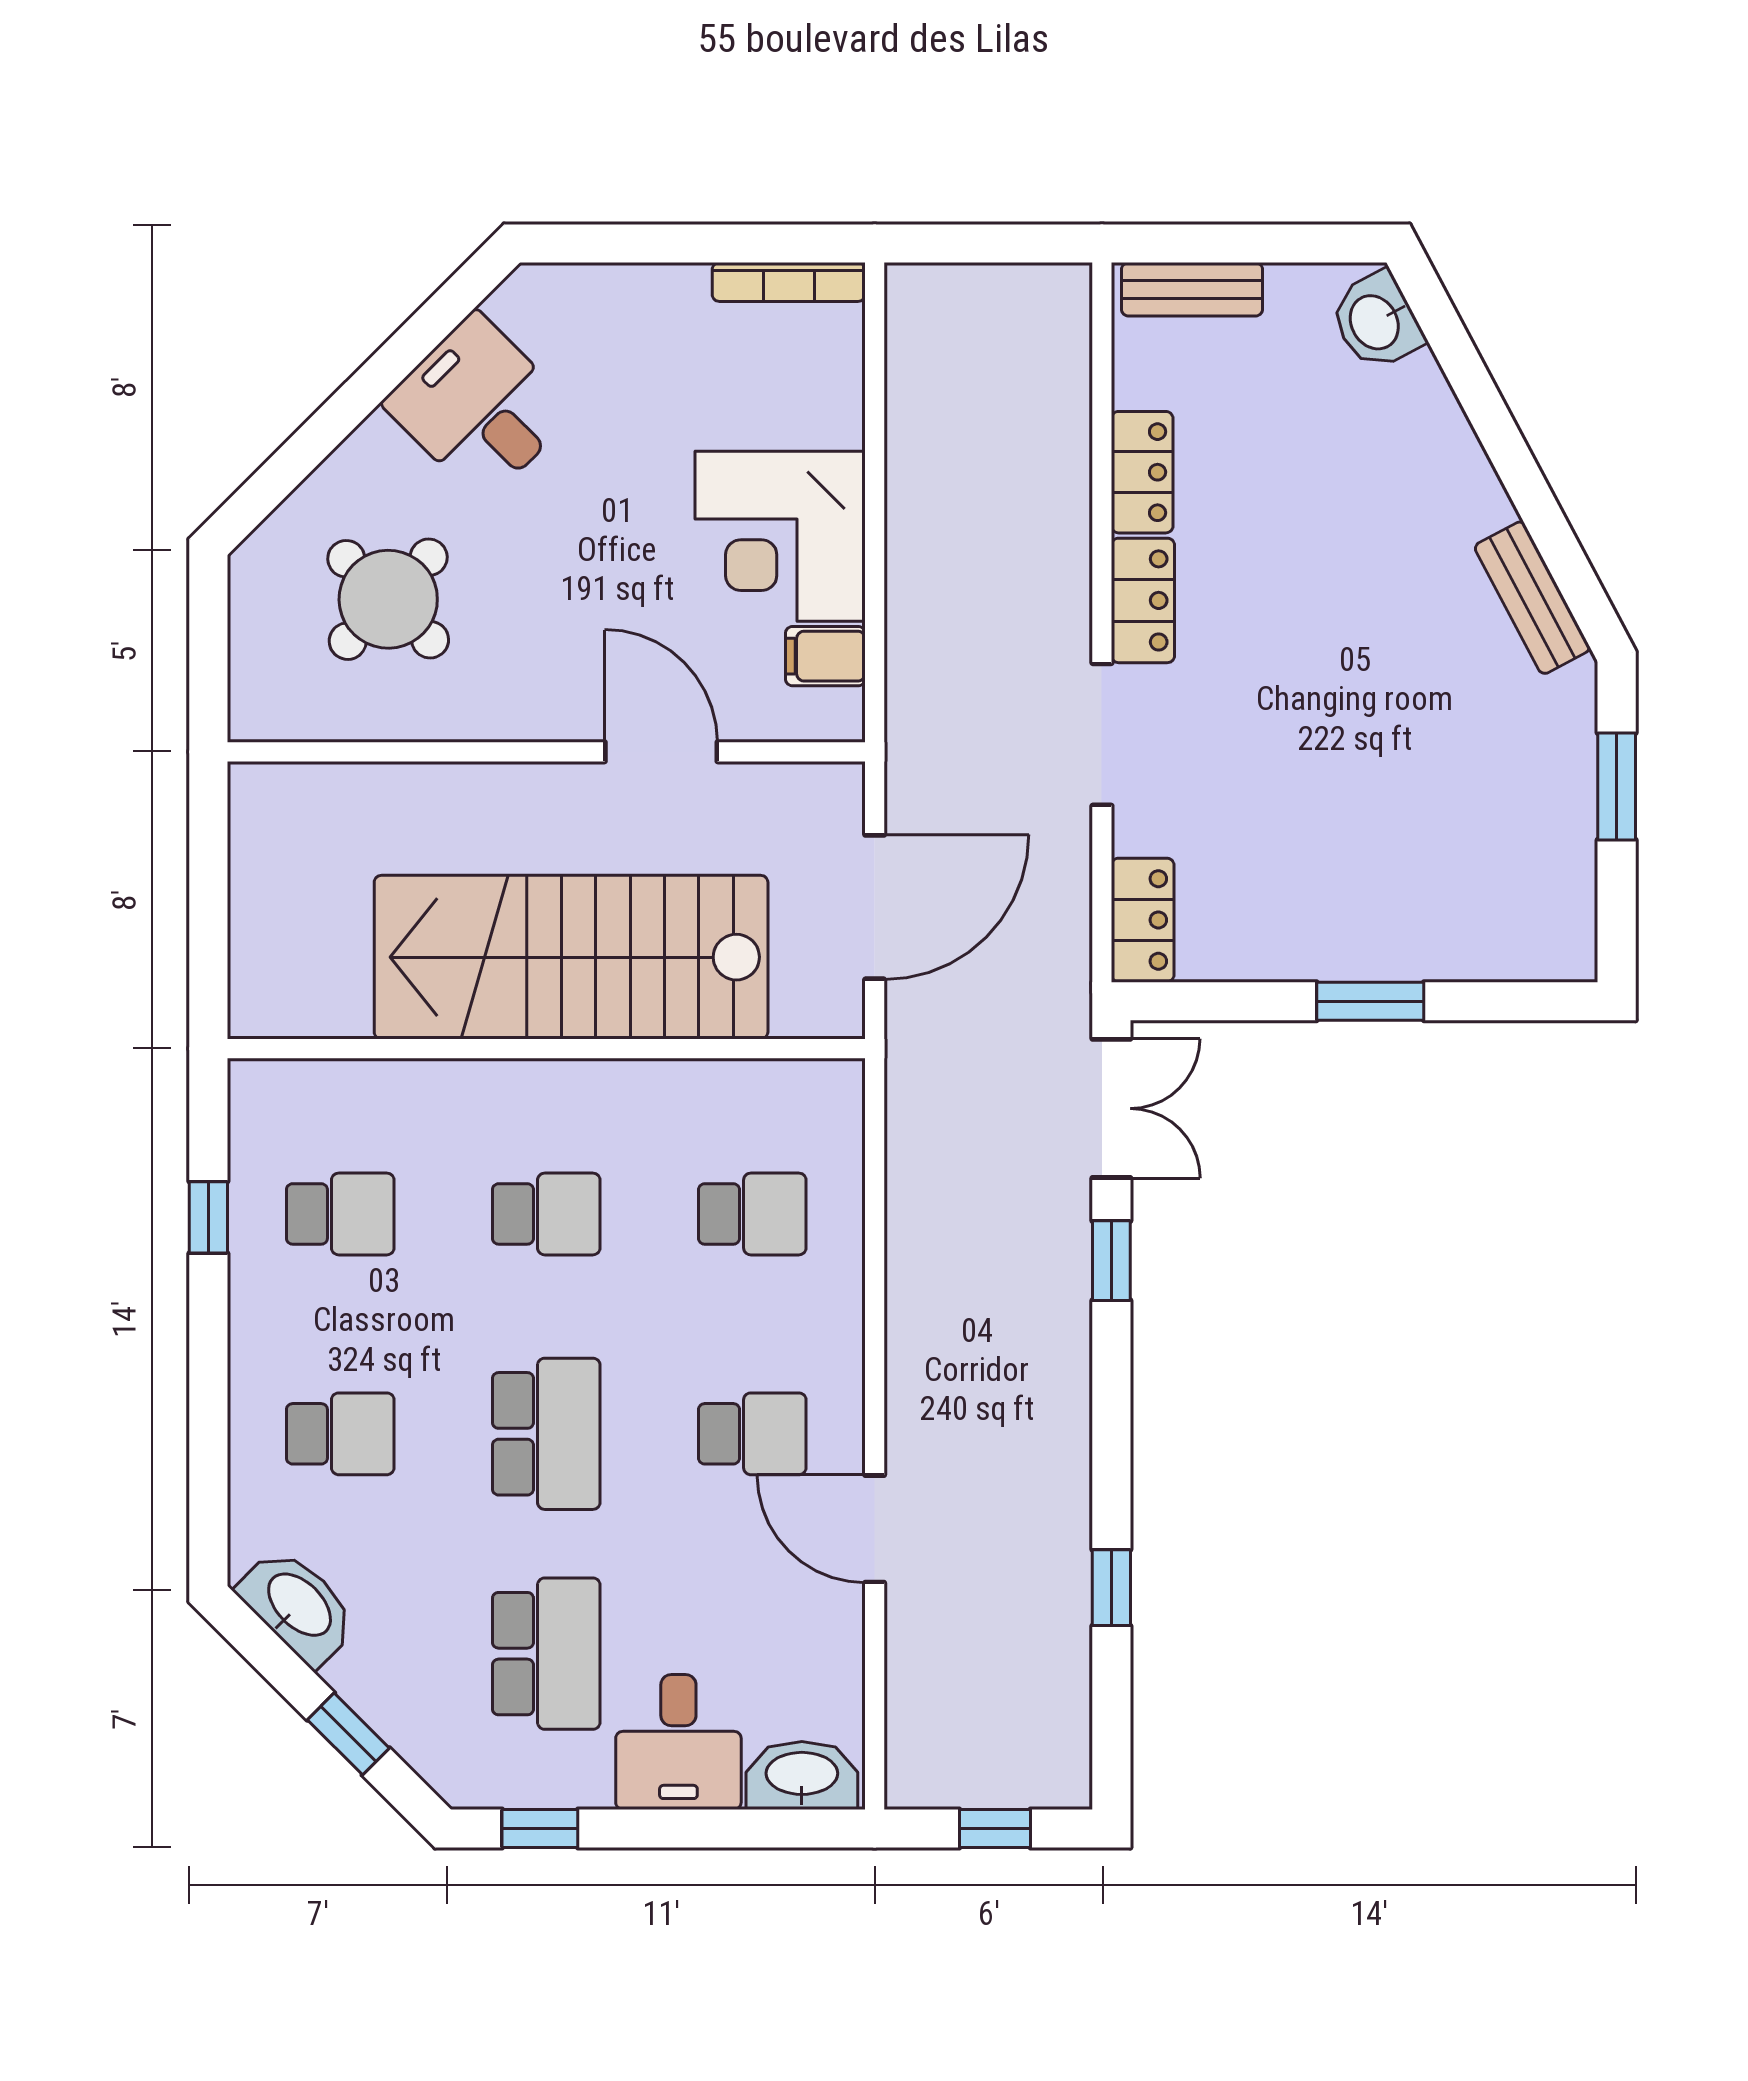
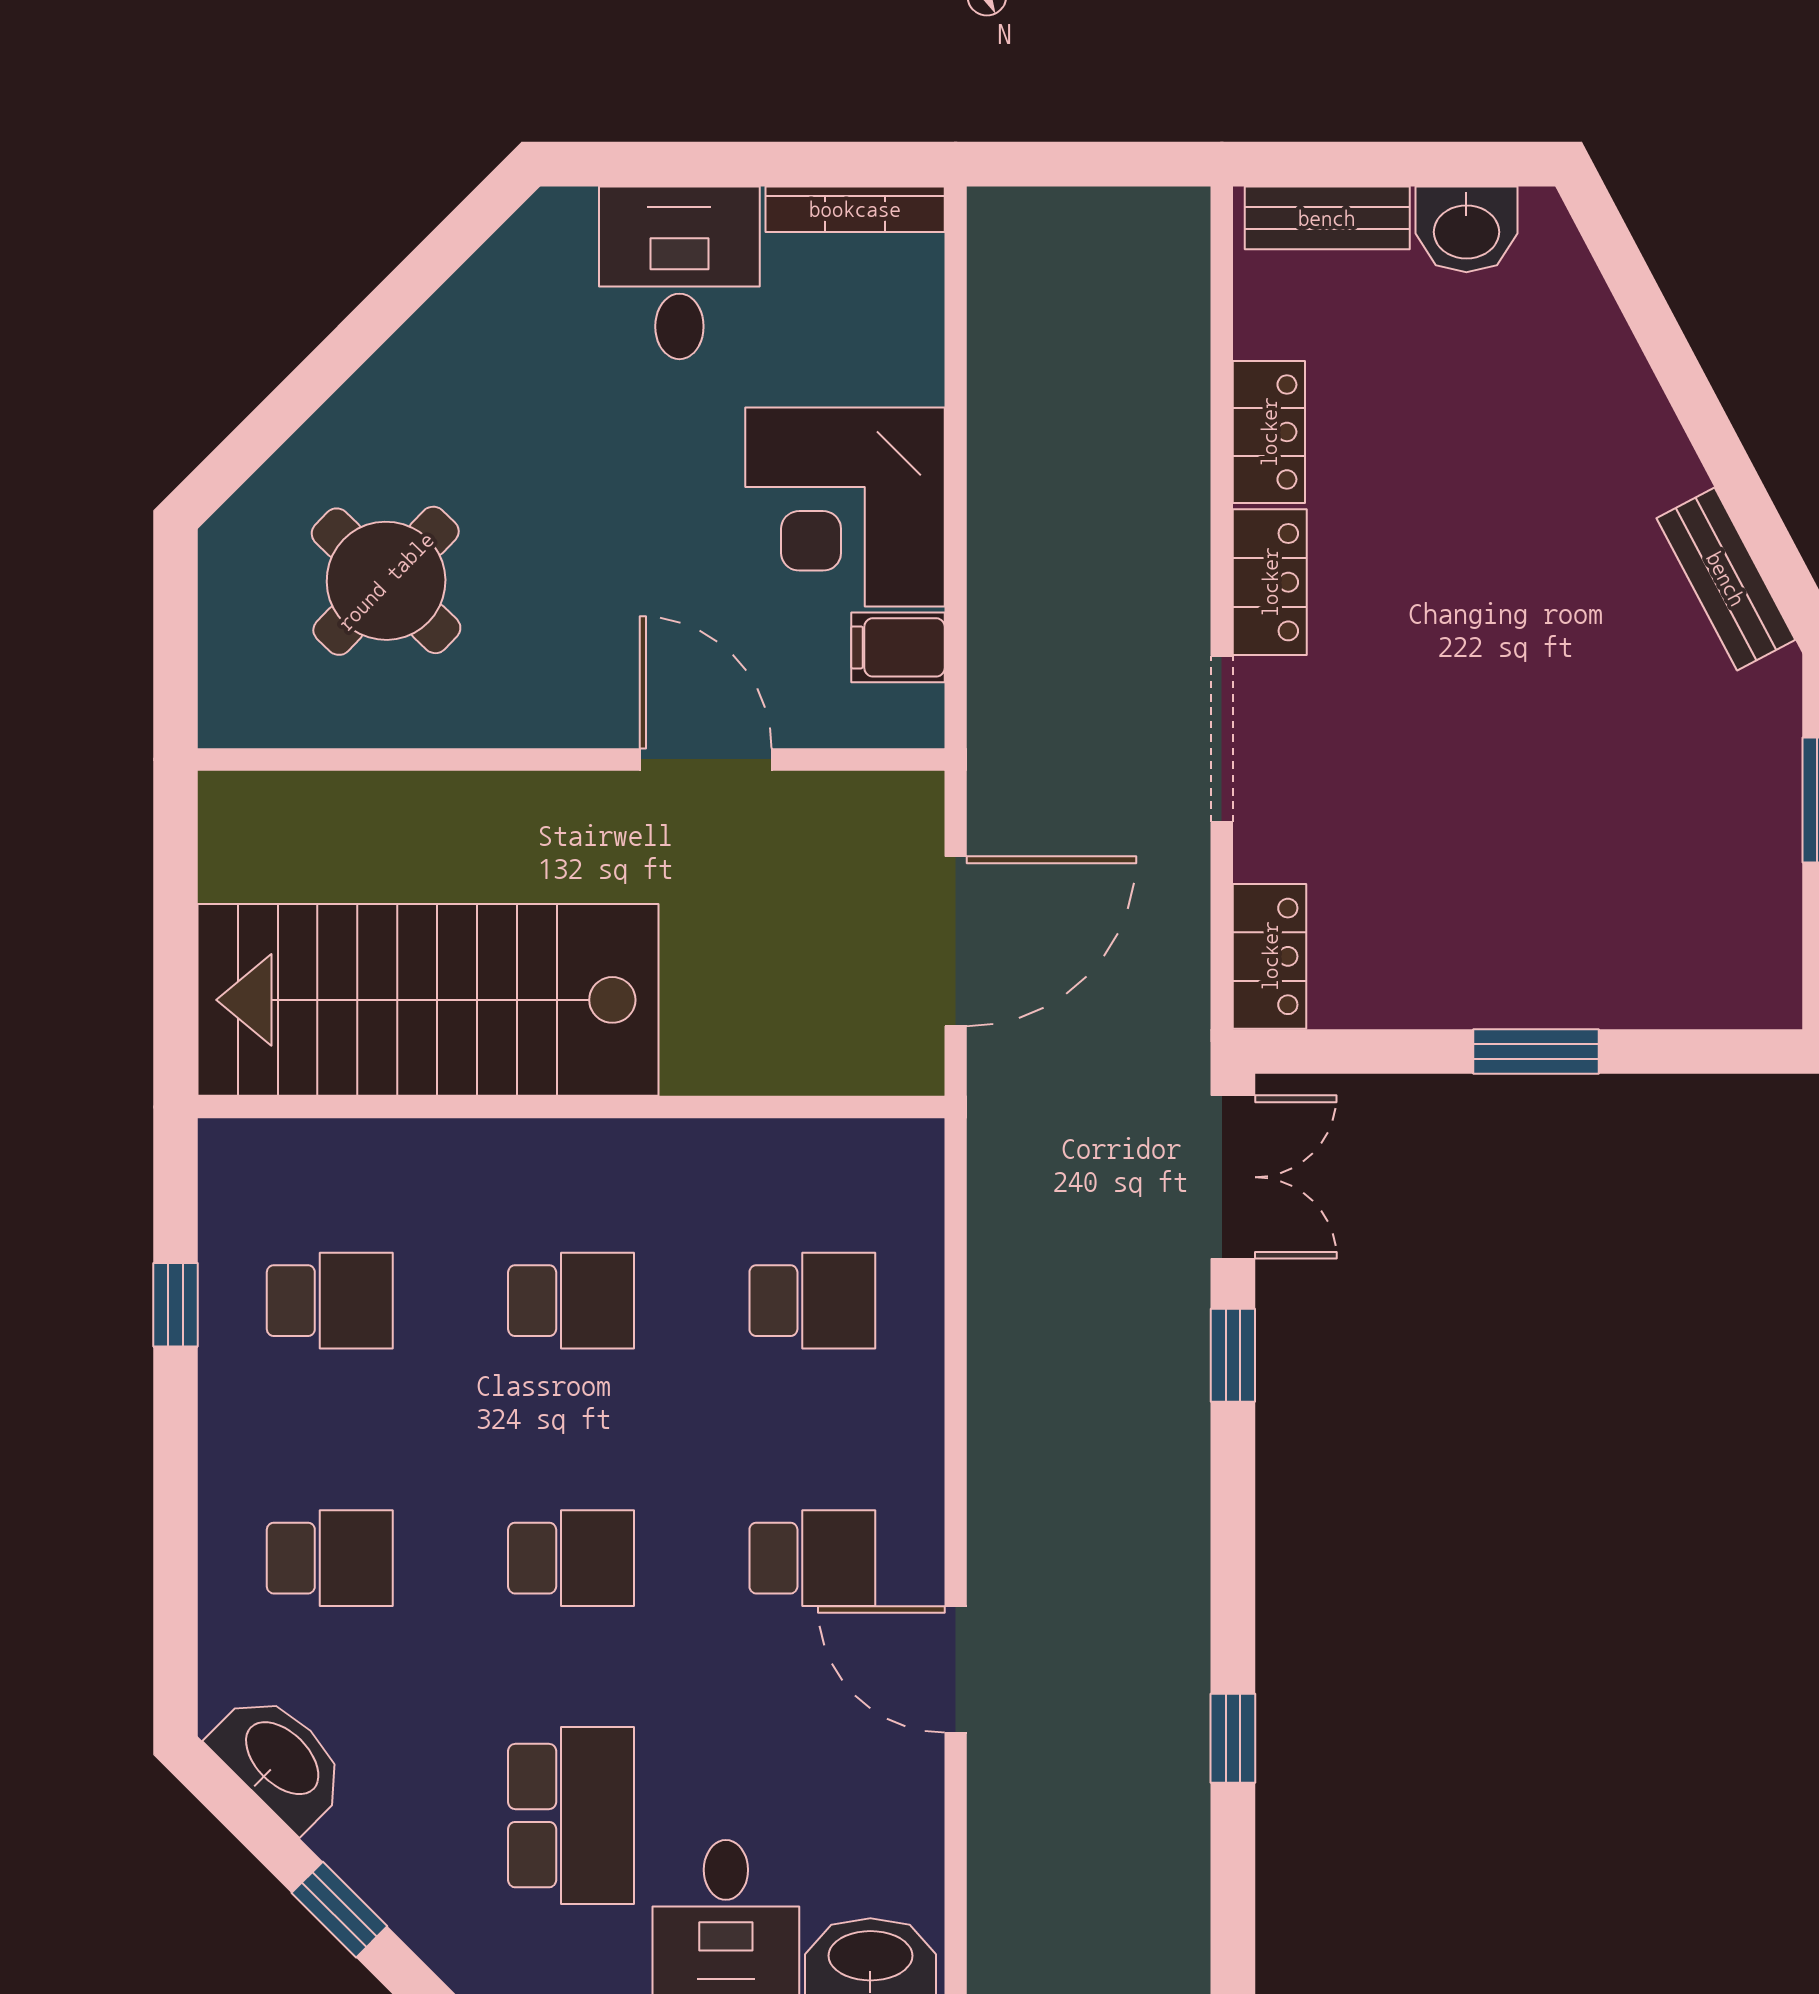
washbasin: (1376, 321) -> (1466, 229), moved, turned -62
desk: (479, 407) -> (679, 273), moved, turned 45
stairs: (571, 957) -> (428, 1000), moved
school desk: (546, 1434) -> (571, 1558), width x0.54

